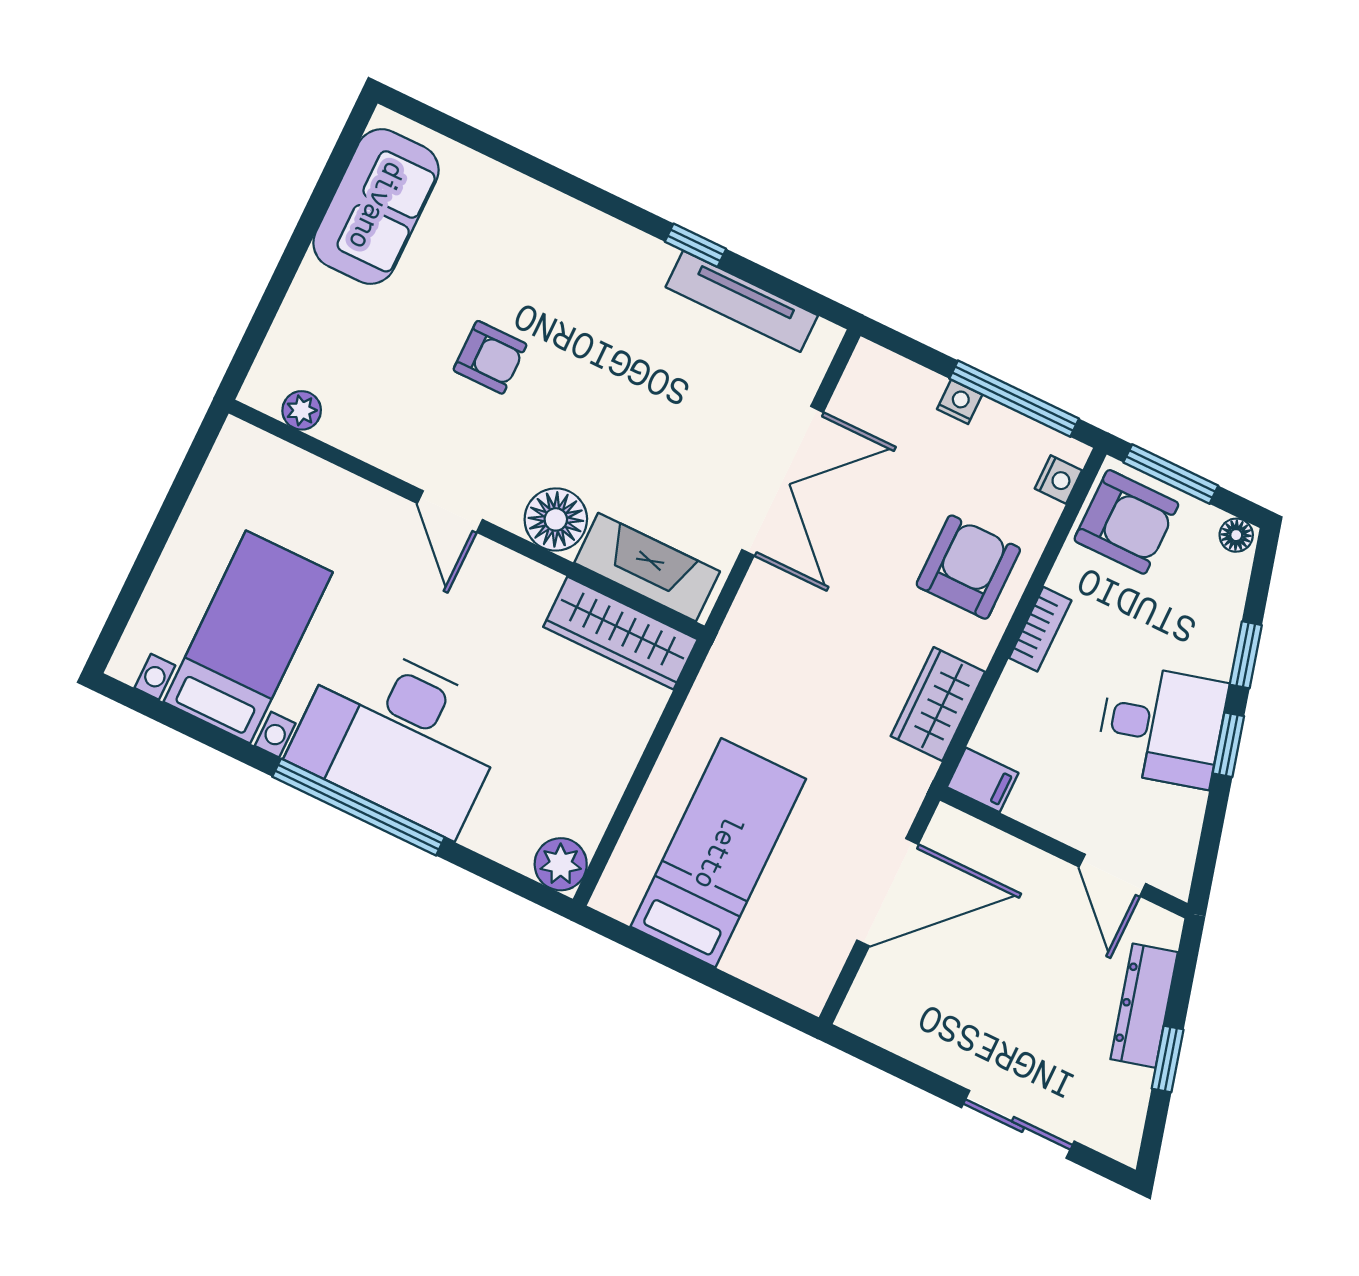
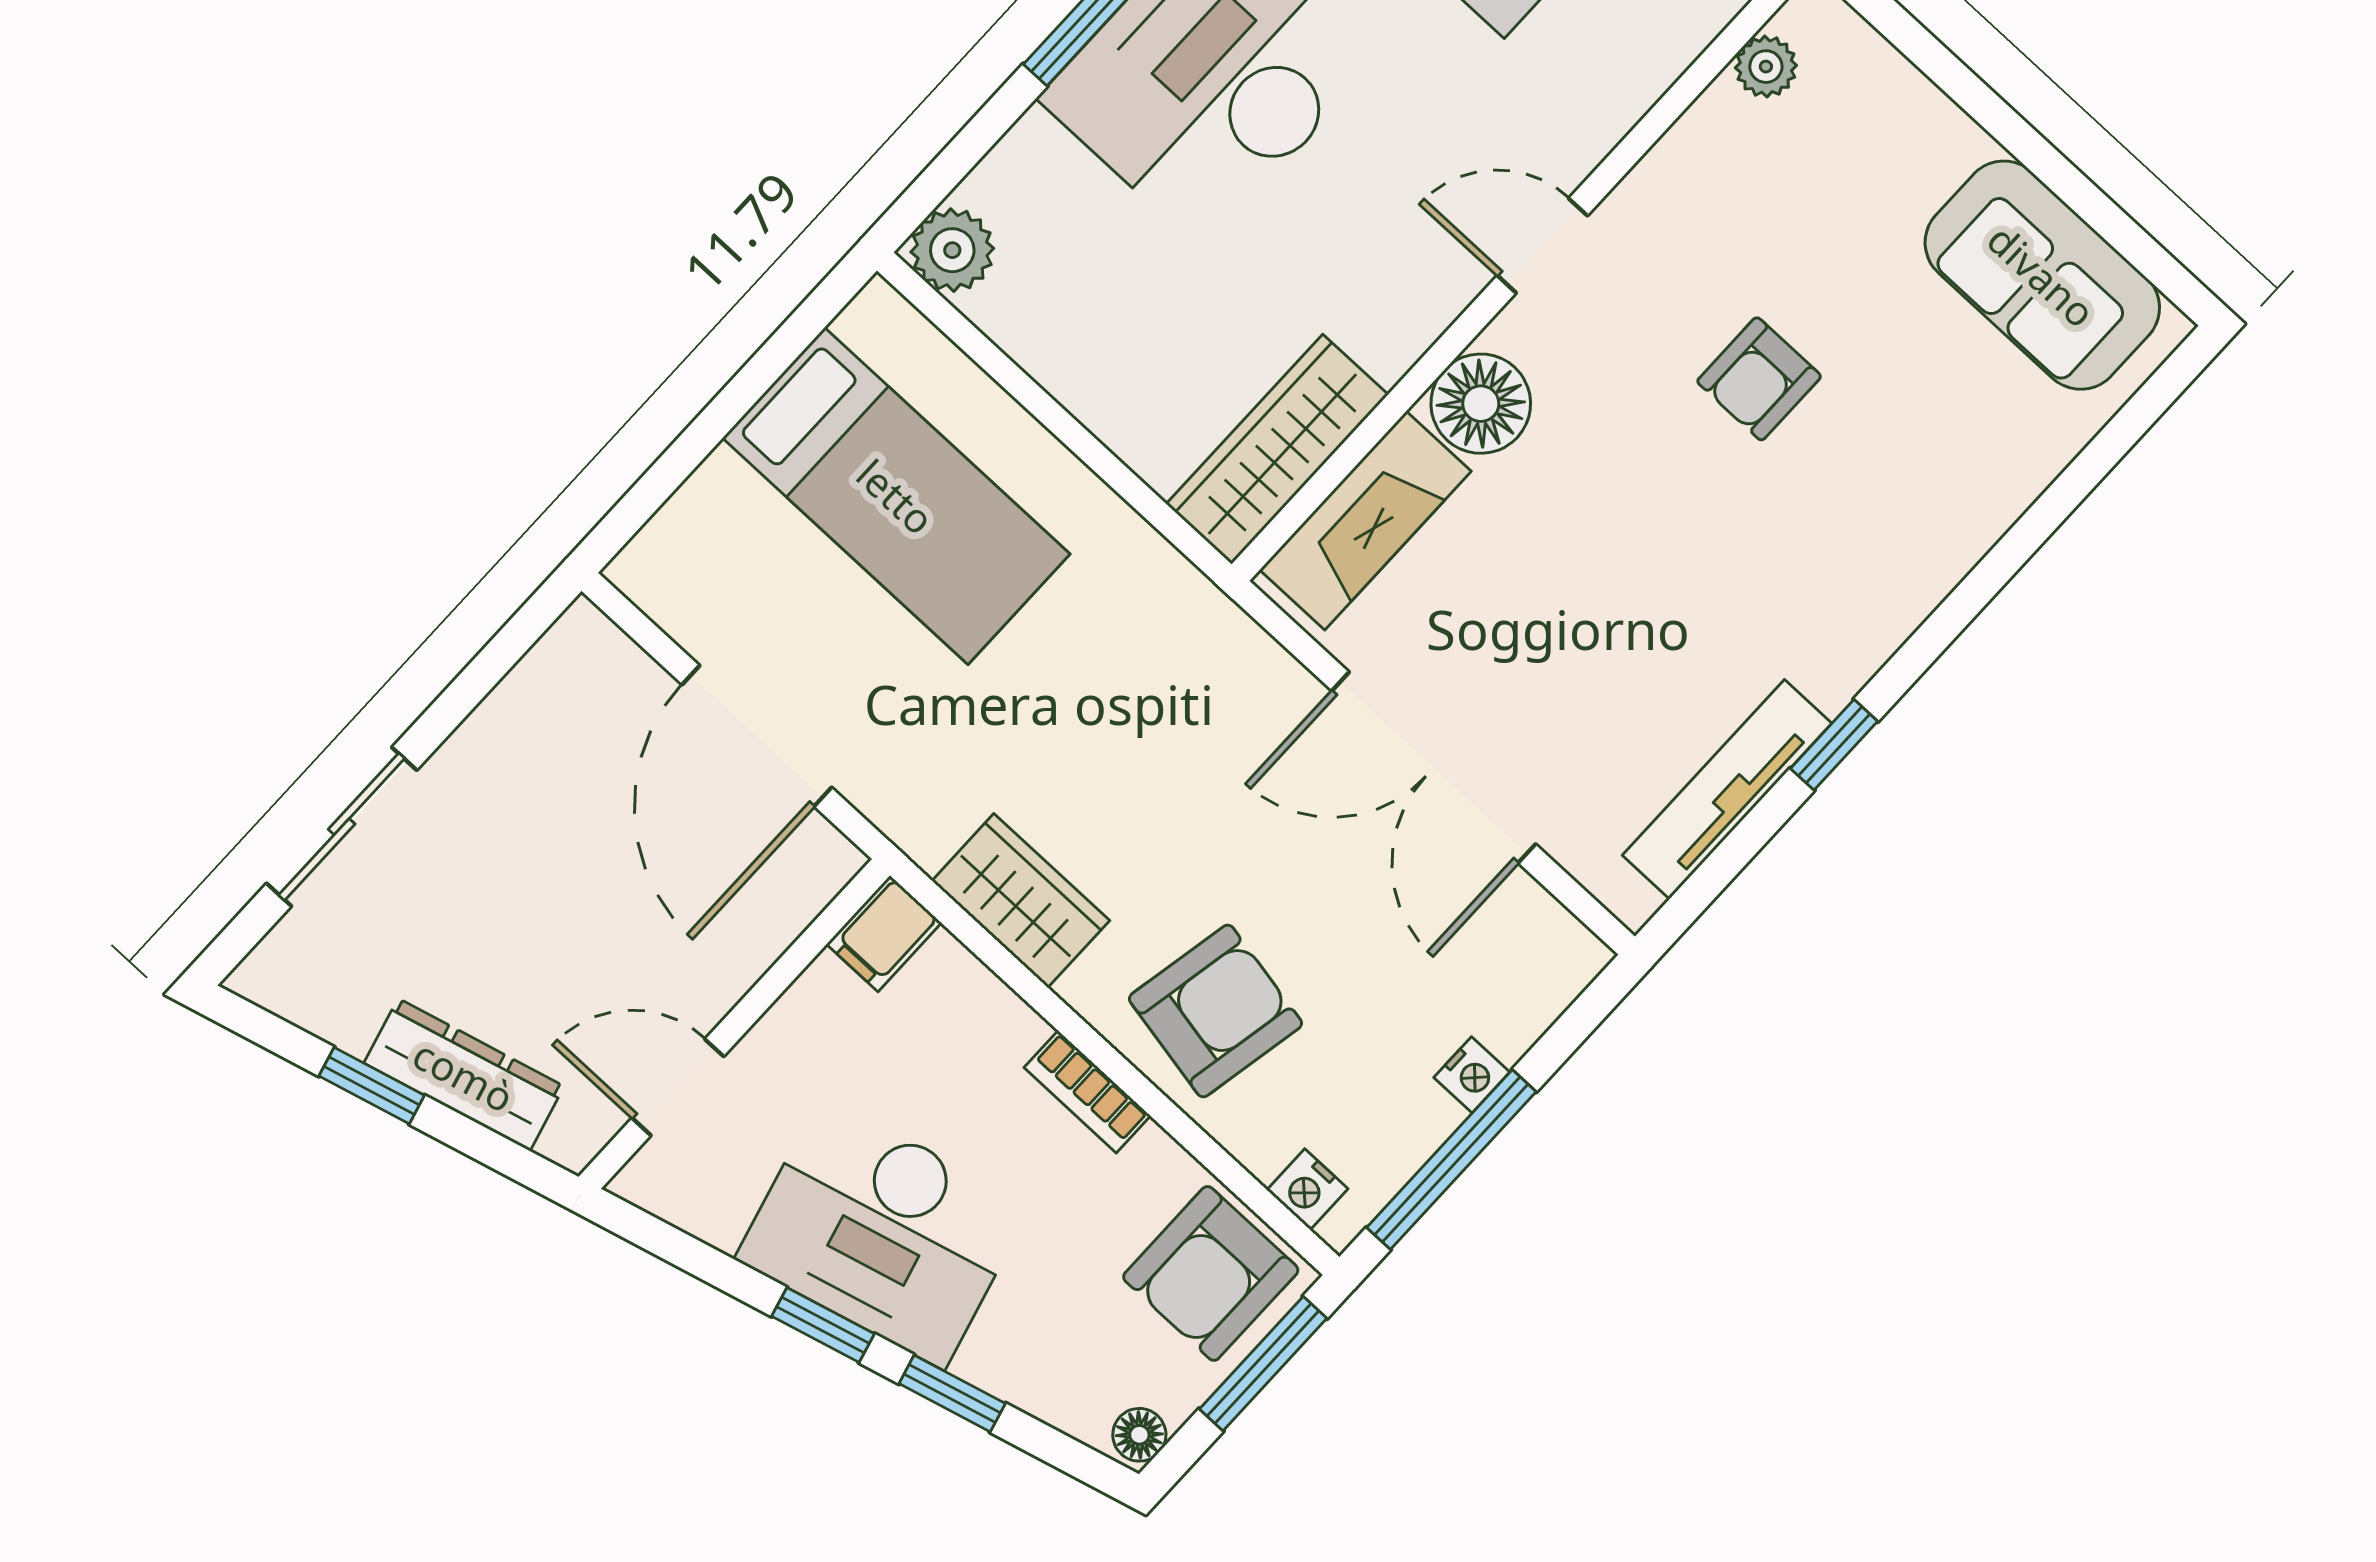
armchair: (968, 567) -> (1216, 1011), turned -79
desk: (1162, 726) -> (883, 1232), width x1.37

